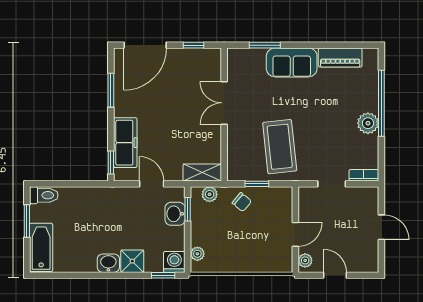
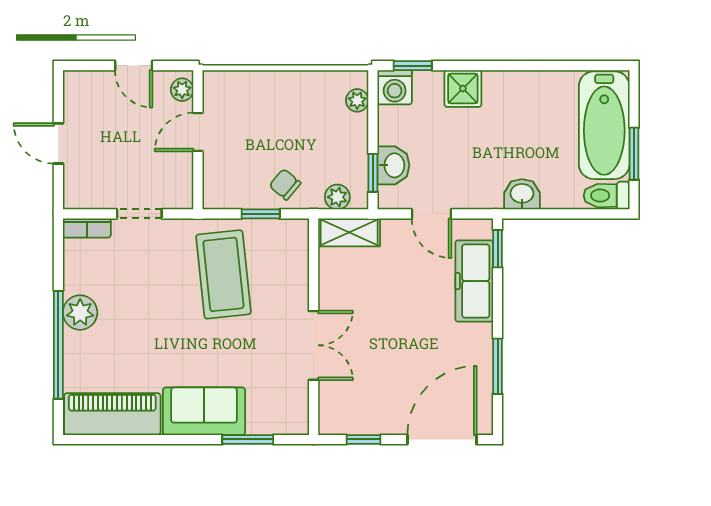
piano: (340, 57) -> (112, 414), width x1.37, depth x1.33
bathtub: (41, 247) -> (604, 125), width x1.36, depth x1.36
washbasin: (108, 263) -> (522, 194), moved, turned 180

